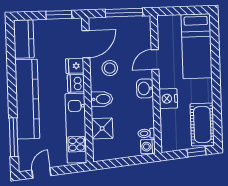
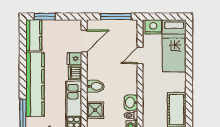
window: (59, 15) -> (45, 17), moved
stool: (110, 68) -> (103, 61), removed
washbasin: (145, 88) -> (131, 103), moved
nightstand: (168, 99) -> (153, 27), moved, turned 90

